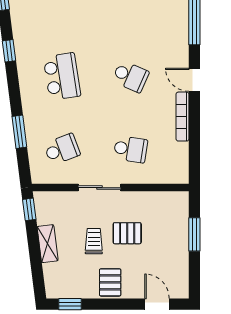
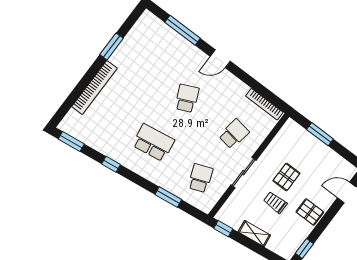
school desk: (131, 76) -> (187, 98), turned -48
bookcase: (183, 117) -> (264, 104), moved

